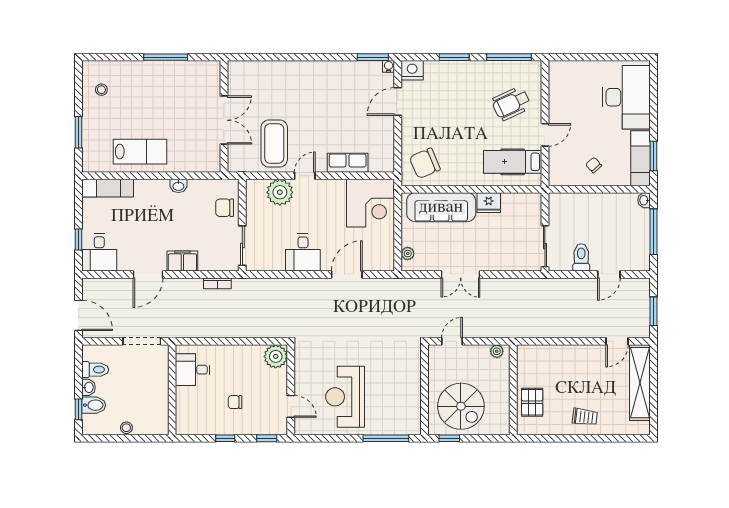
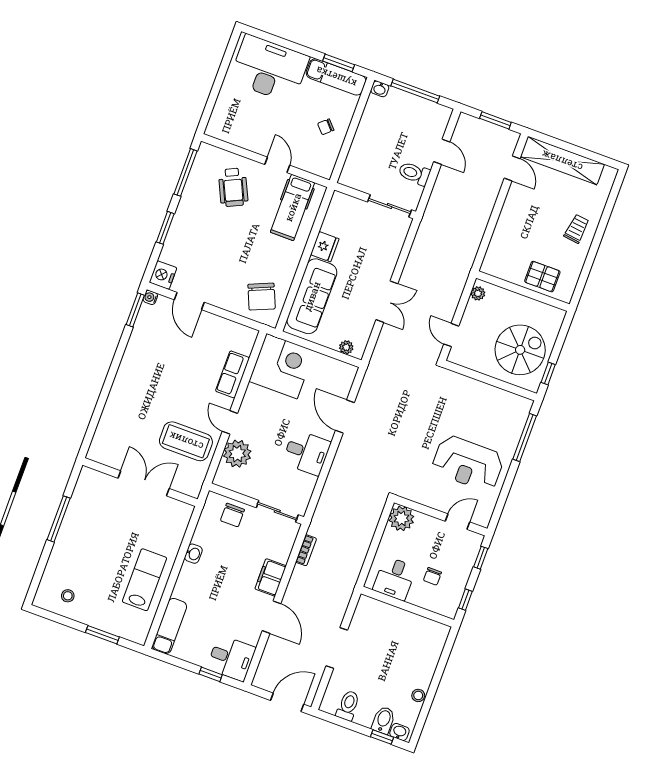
desk: (193, 370) -> (395, 578), moved
washbasin: (89, 387) -> (399, 732), moved
wall: (172, 390) -> (407, 607), moved

